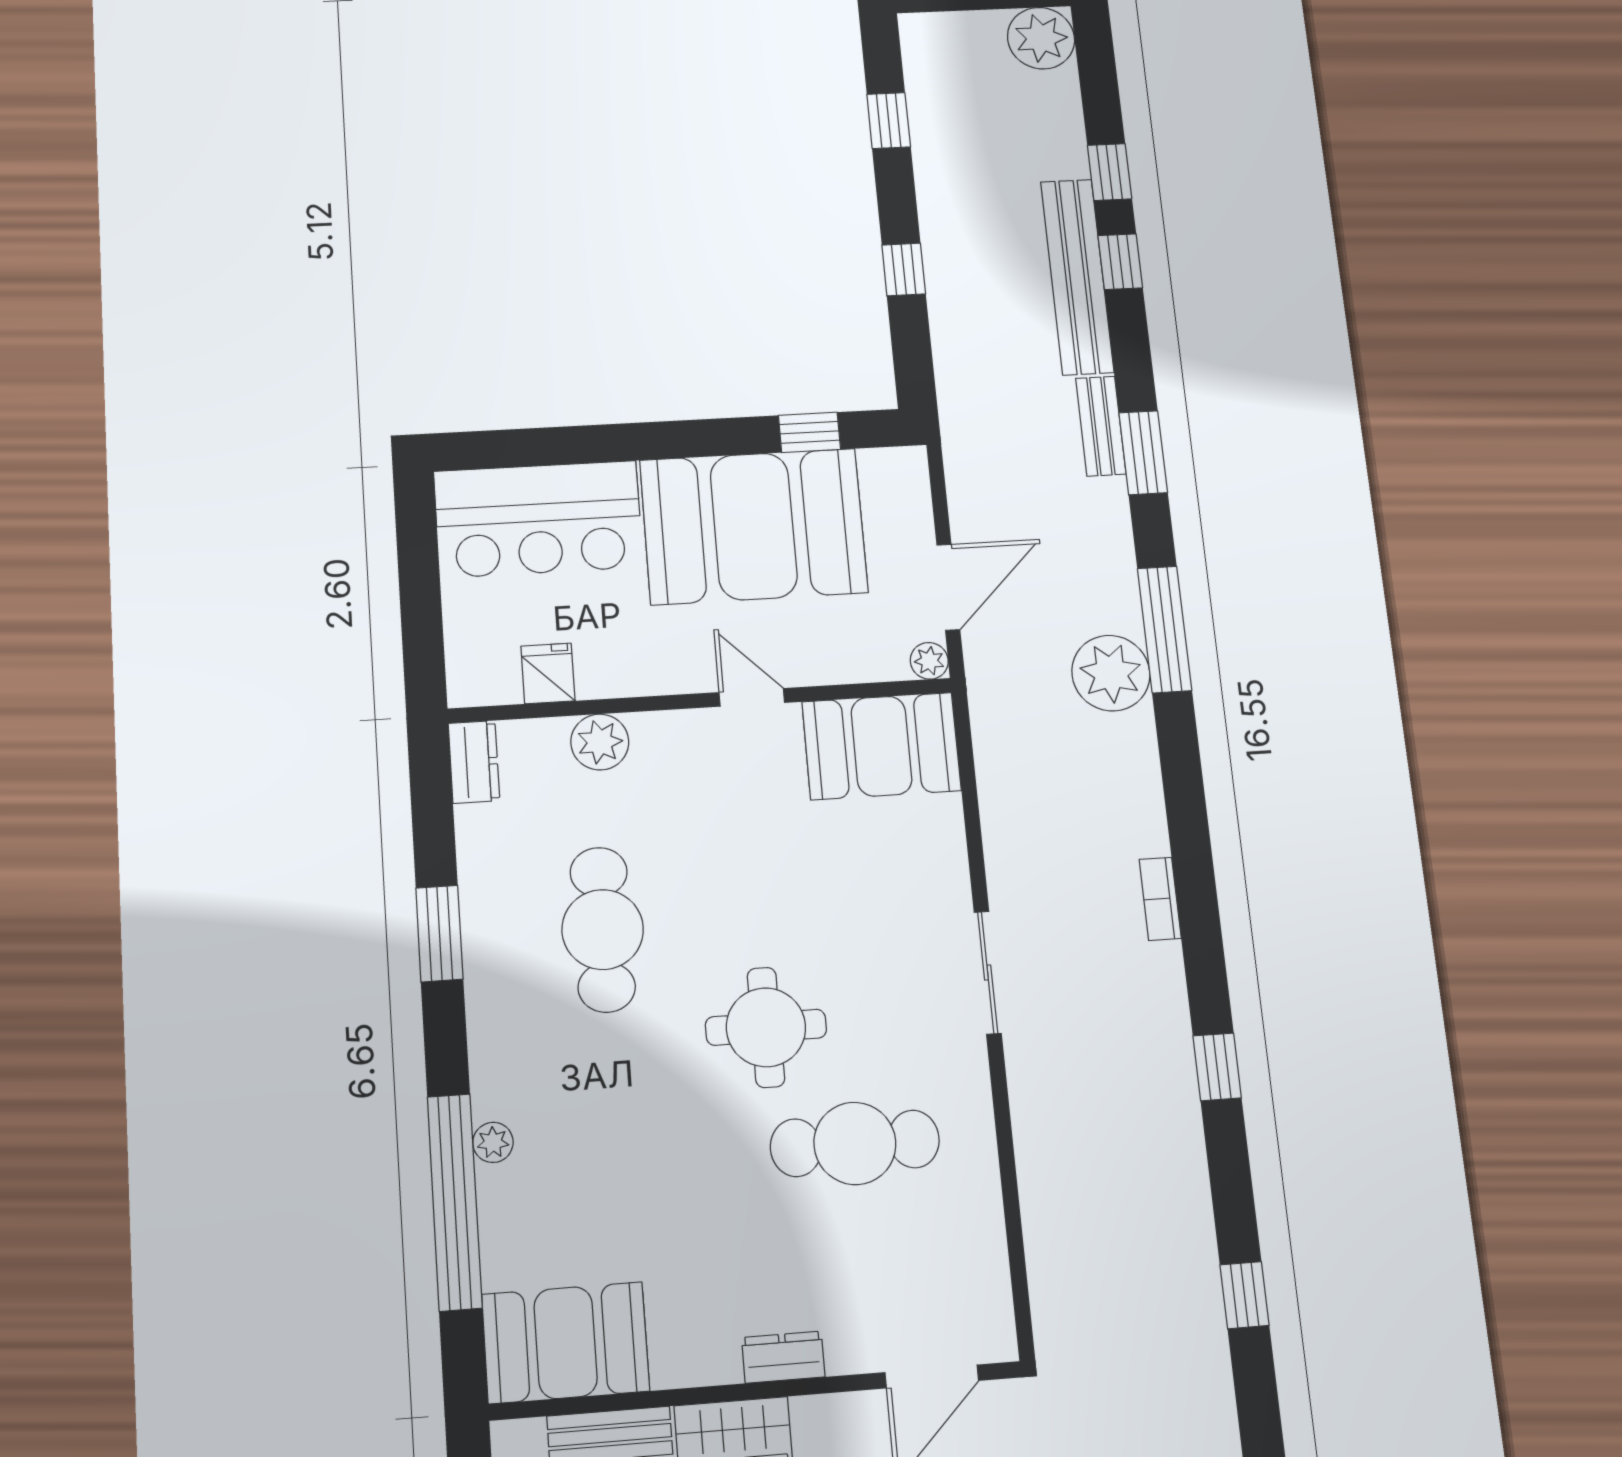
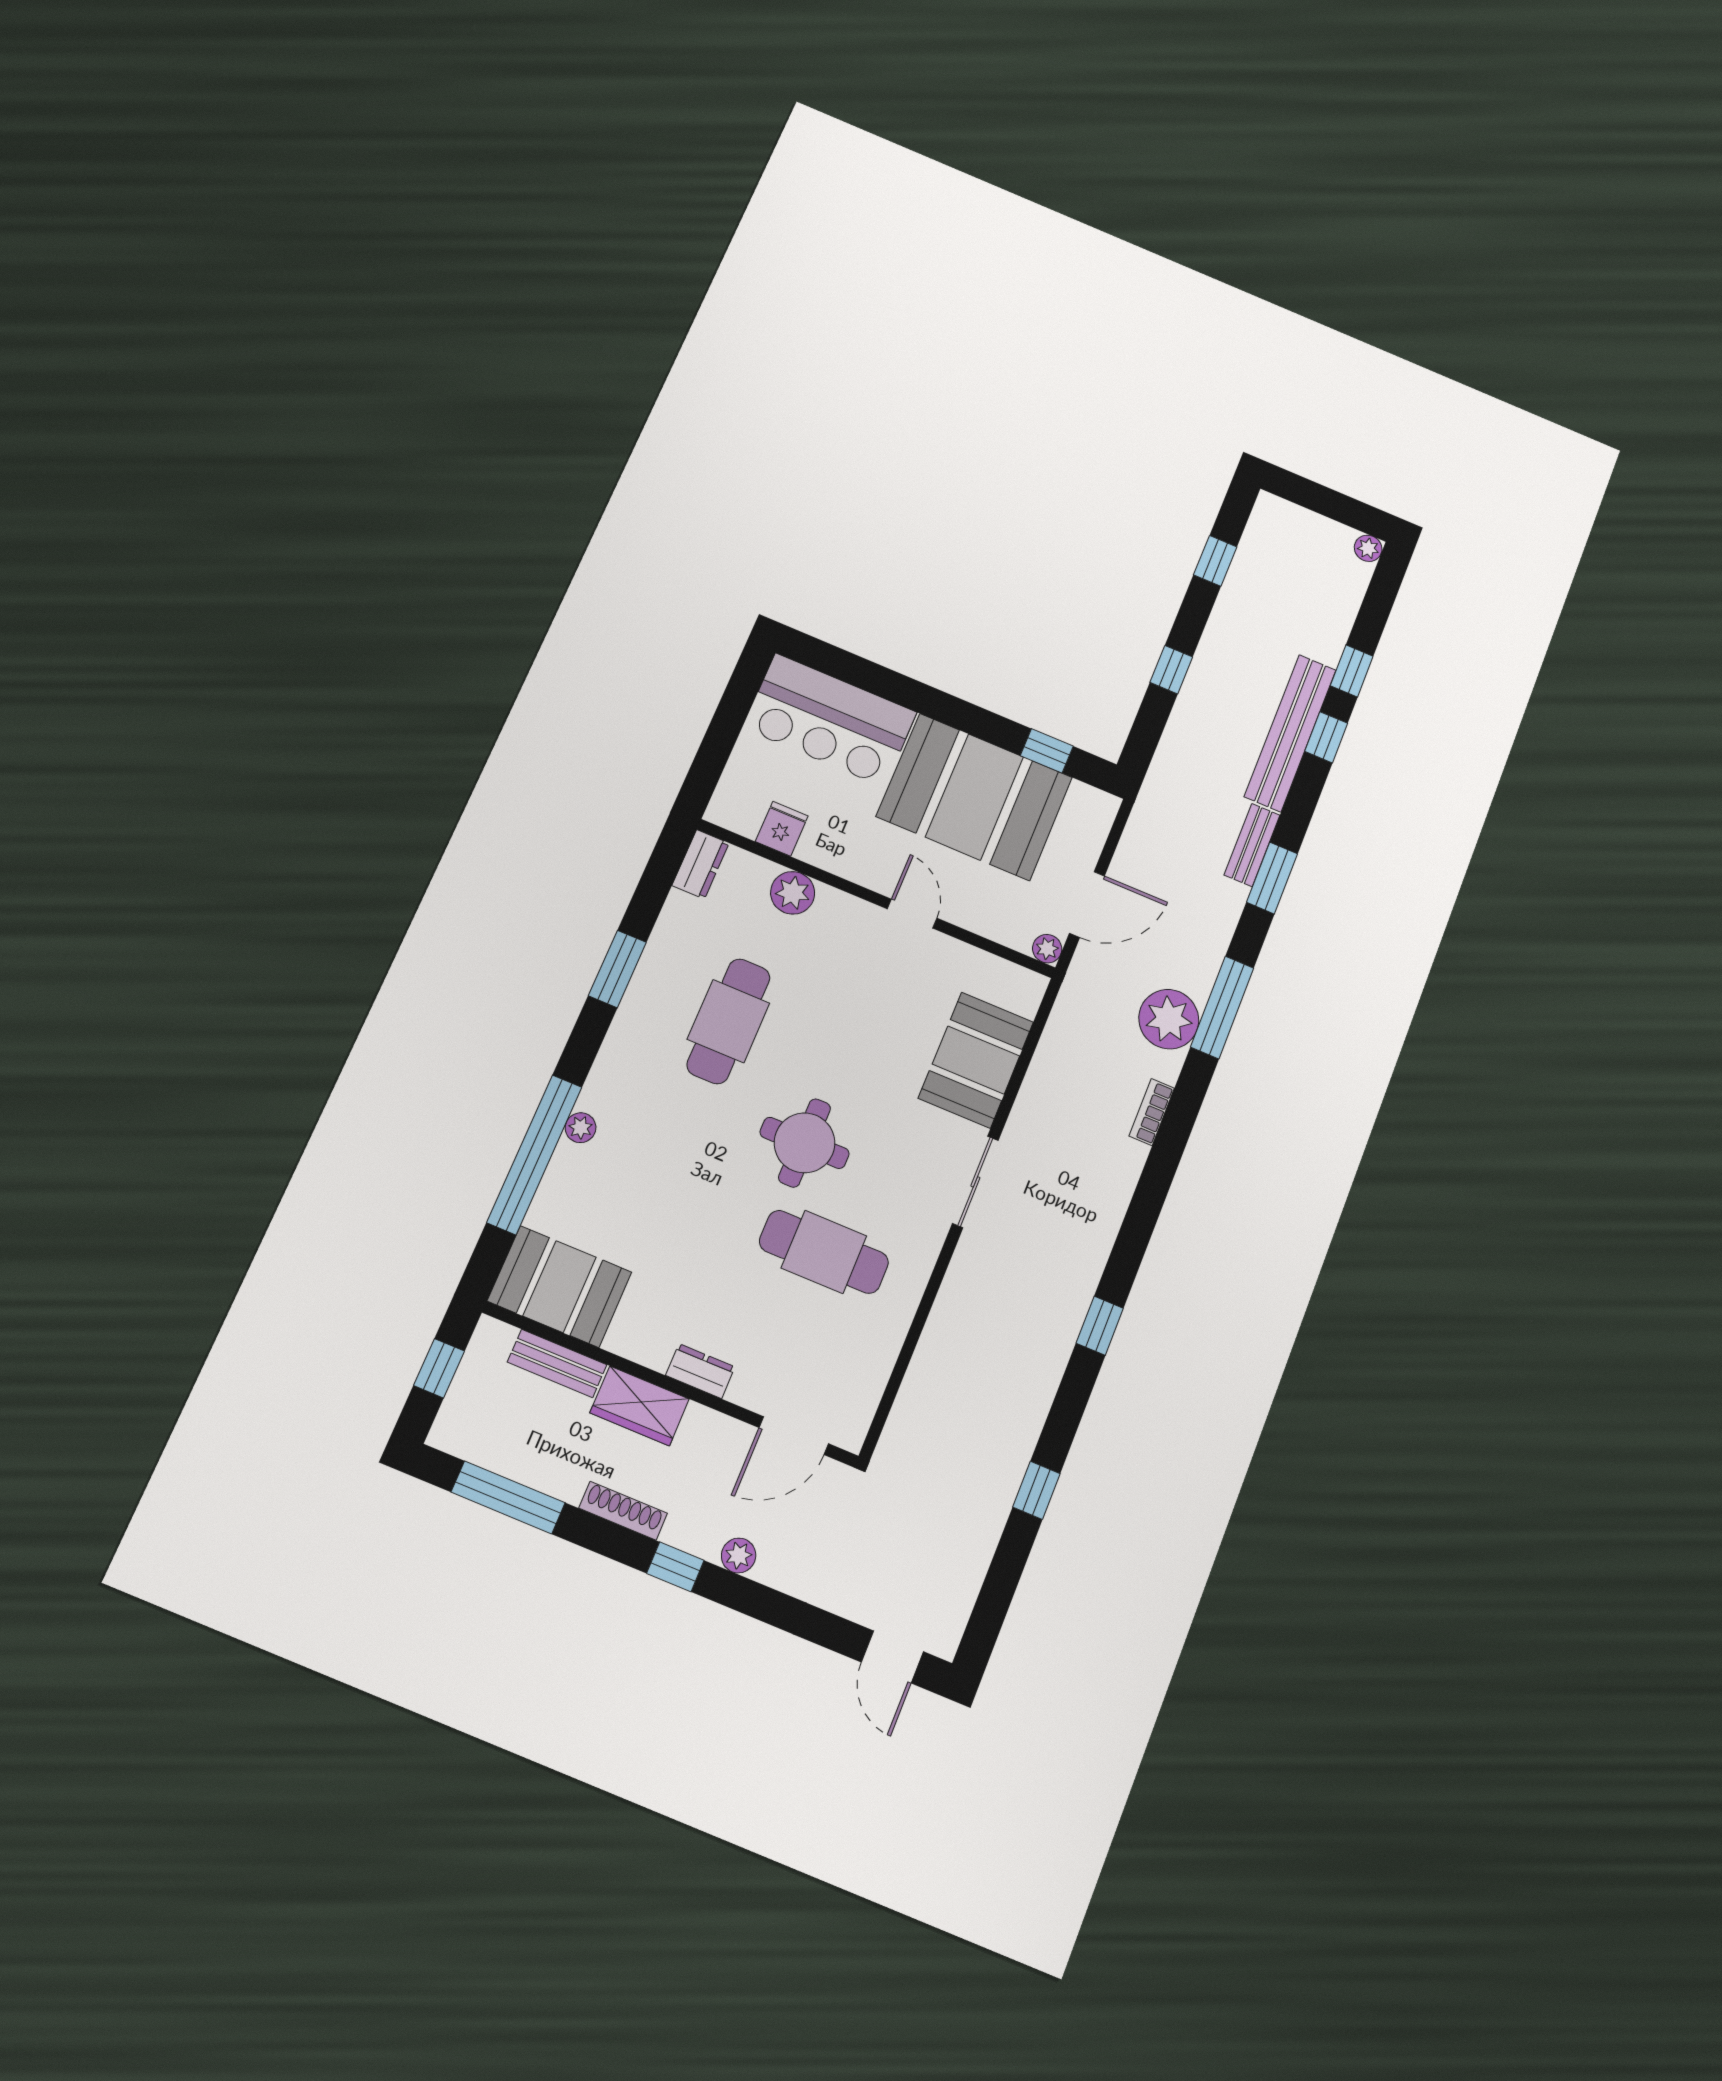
plant: (1041, 38) -> (1368, 548), width x0.53, depth x0.53
booth: (881, 746) -> (976, 1060), moved, turned 90
bookcase: (1160, 899) -> (1152, 1112), moved

